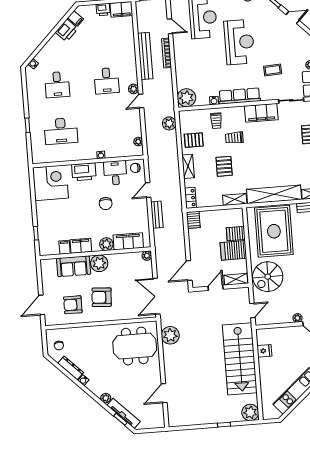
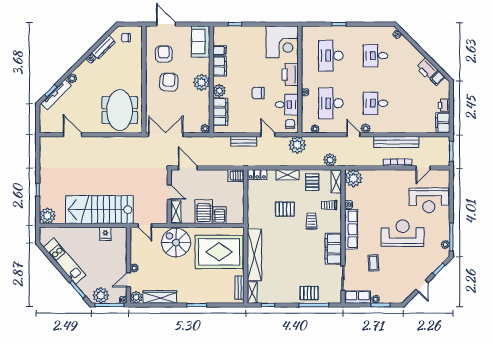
reception desk: (239, 42) -> (403, 233), turned 180
desk: (110, 127) -> (331, 103), added
shelving: (235, 199) -> (336, 182), moved
sofa: (74, 266) -> (201, 41), moved
plant: (170, 335) -> (297, 145), moved

